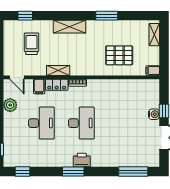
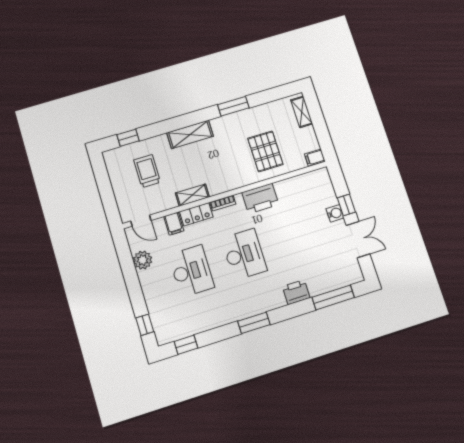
pallet: (119, 55) -> (265, 151), turned 90
printer: (105, 88) -> (260, 198), added
printer: (82, 160) -> (296, 292), moved

